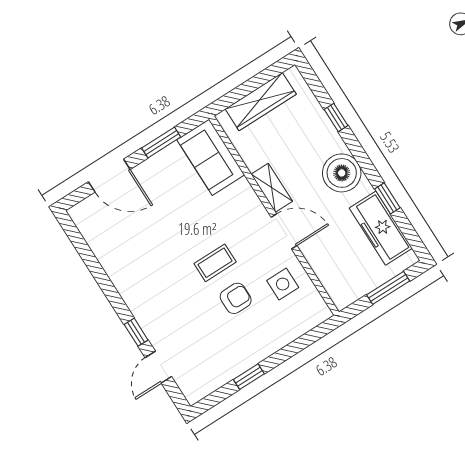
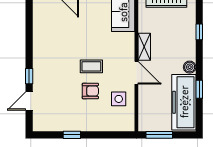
boiler: (342, 173) -> (190, 67), width x0.54, depth x0.54
freezer: (381, 228) -> (184, 102), width x1.36, depth x1.26
window: (388, 288) -> (159, 135), moved

